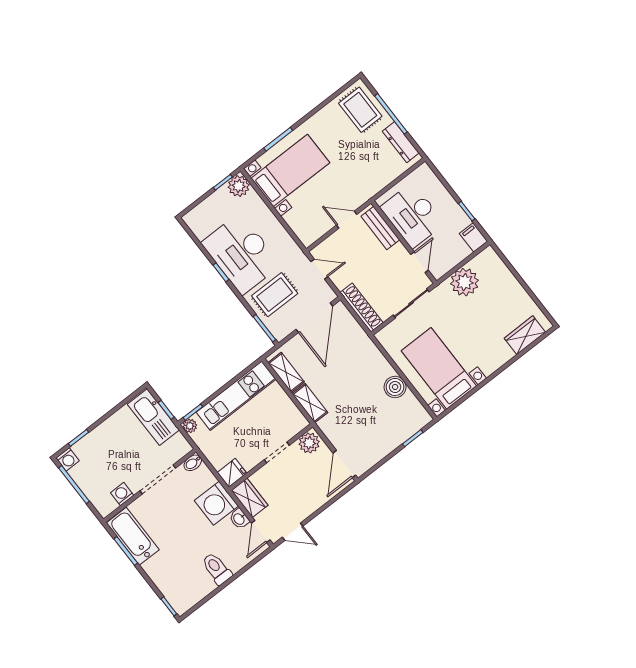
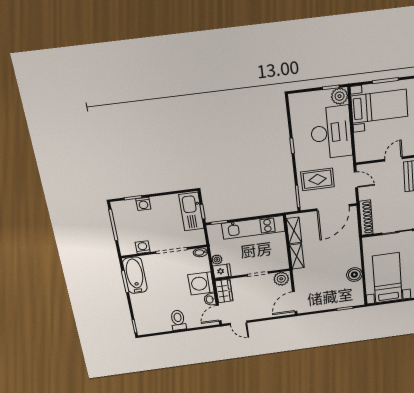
door: (347, 220) -> (393, 159), hinge flipped
desk: (241, 254) -> (331, 133), moved, turned 180
plant: (190, 426) -> (217, 260), moved
washing machine: (68, 459) -> (143, 204), moved

